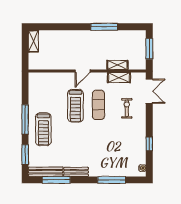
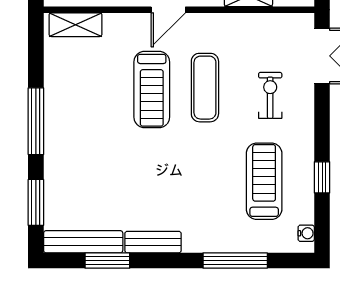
shelving: (119, 78) -> (75, 25), moved
treadmill: (43, 129) -> (264, 181), moved, turned 180
window: (56, 180) -> (107, 261), width x0.69

